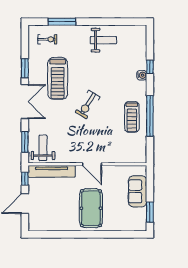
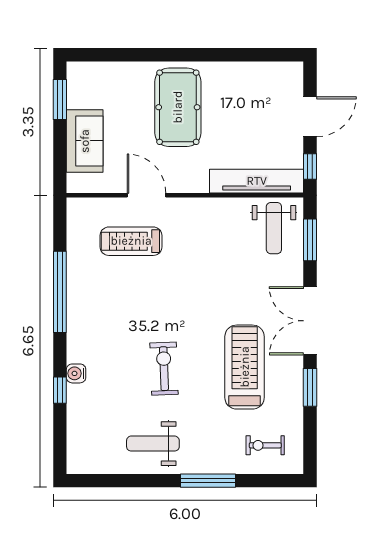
window: (62, 22) -> (208, 481), moved
exercise bike: (88, 105) -> (164, 369), moved, turned -34
treadmill: (132, 117) -> (131, 241), moved, turned -90
door: (92, 164) -> (146, 195), moved

